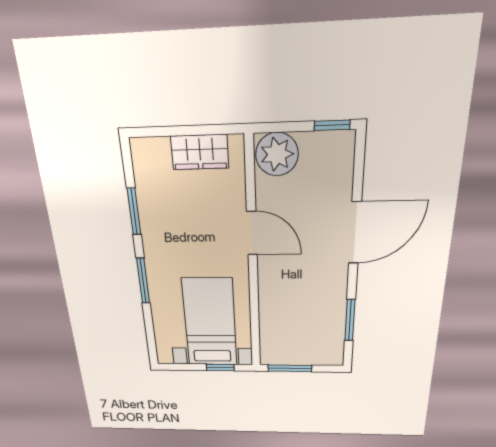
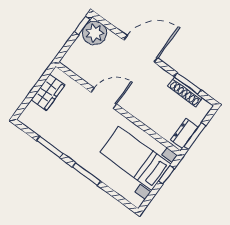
plant: (277, 154) -> (95, 33), moved
door: (355, 233) -> (141, 49), hinge flipped
shoe rack: (336, 325) -> (185, 92), added
dresser: (284, 356) -> (184, 133), added

